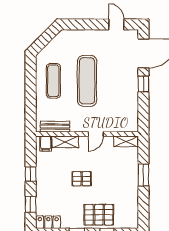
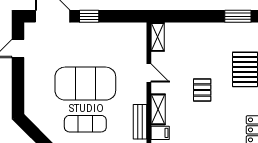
exercise mat: (87, 81) -> (85, 84), width x1.47
window: (143, 175) -> (238, 16), moved

